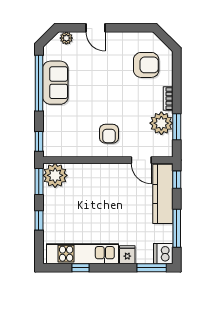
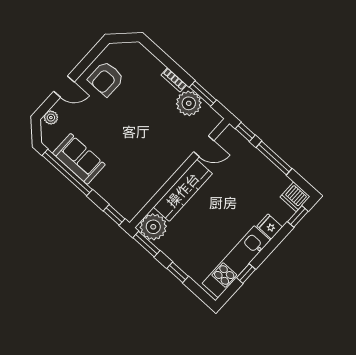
armchair: (146, 65) -> (106, 79), moved, turned 180
armchair: (109, 134) -> (159, 153), removed
kitchen counter: (163, 194) -> (183, 190), moved, turned -90
window: (177, 228) -> (274, 158), moved
window: (152, 268) -> (298, 216), width x0.67

